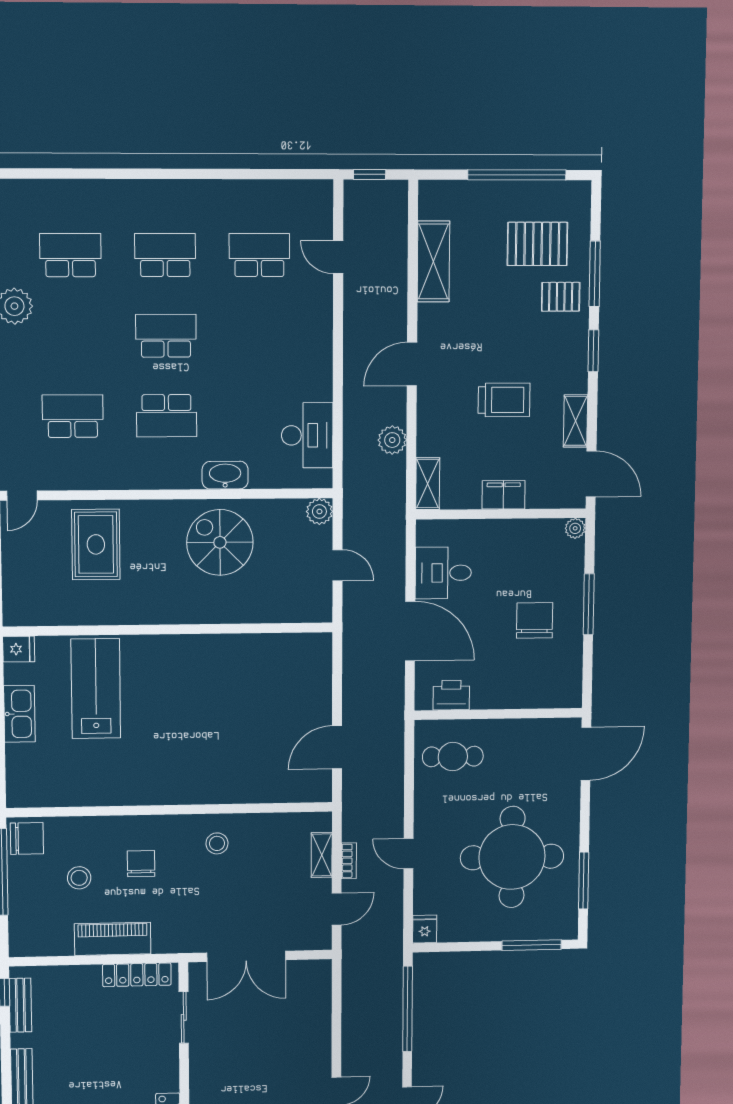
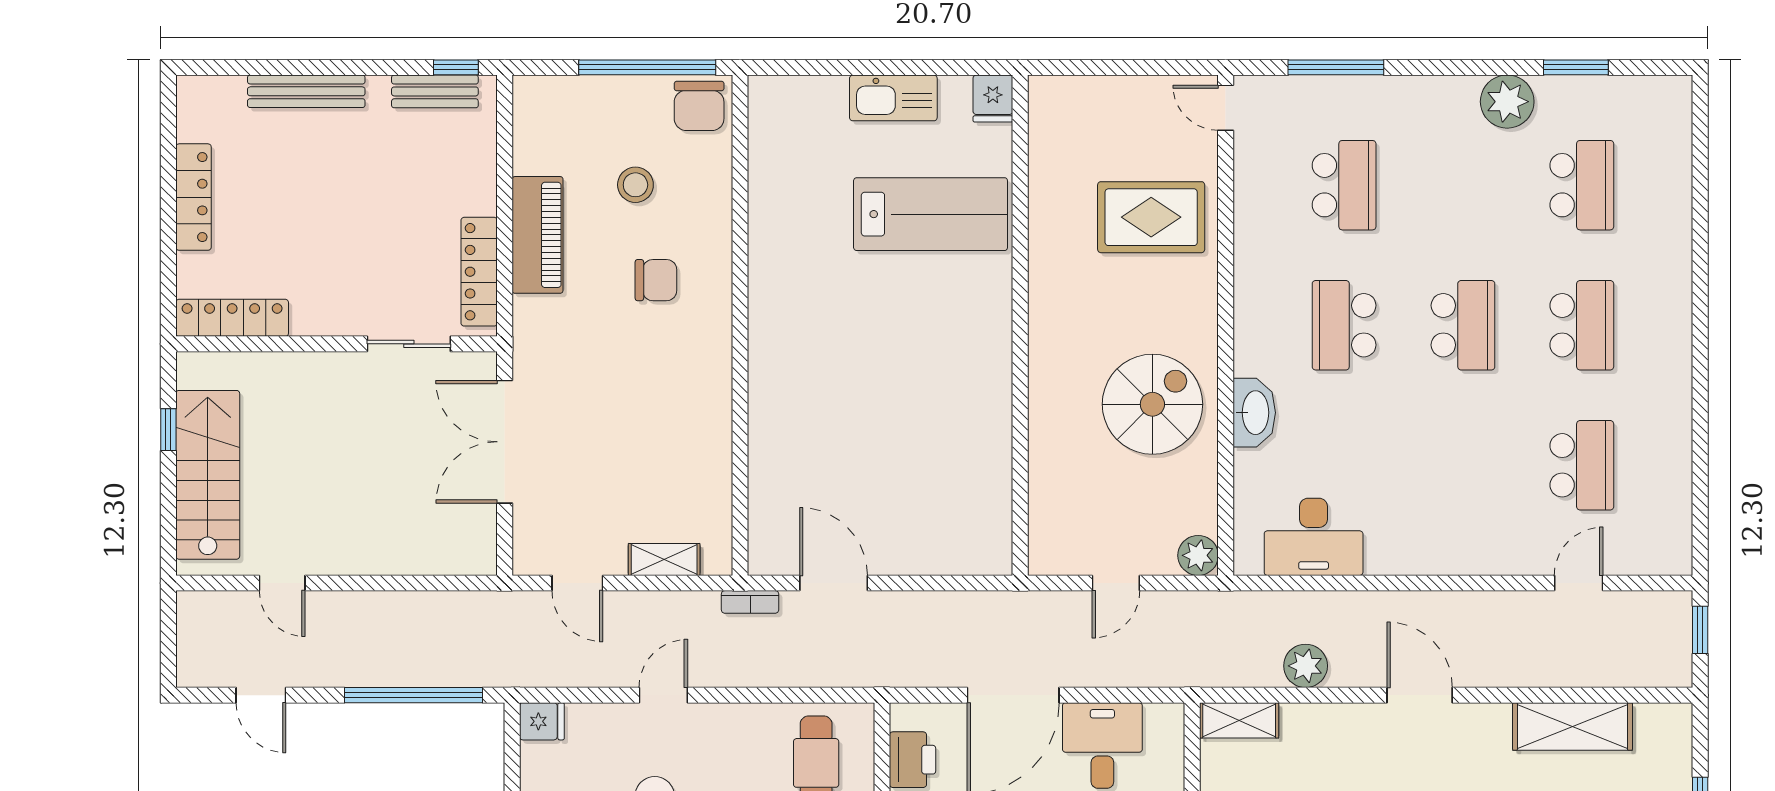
stool: (217, 843) -> (686, 397), removed
bookcase: (349, 861) -> (750, 602), moved

